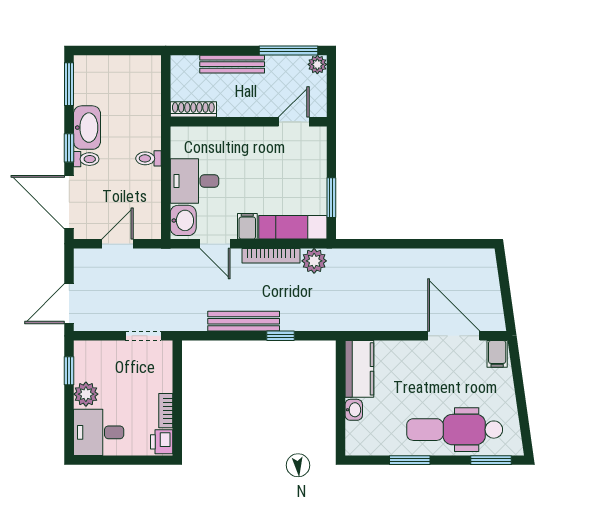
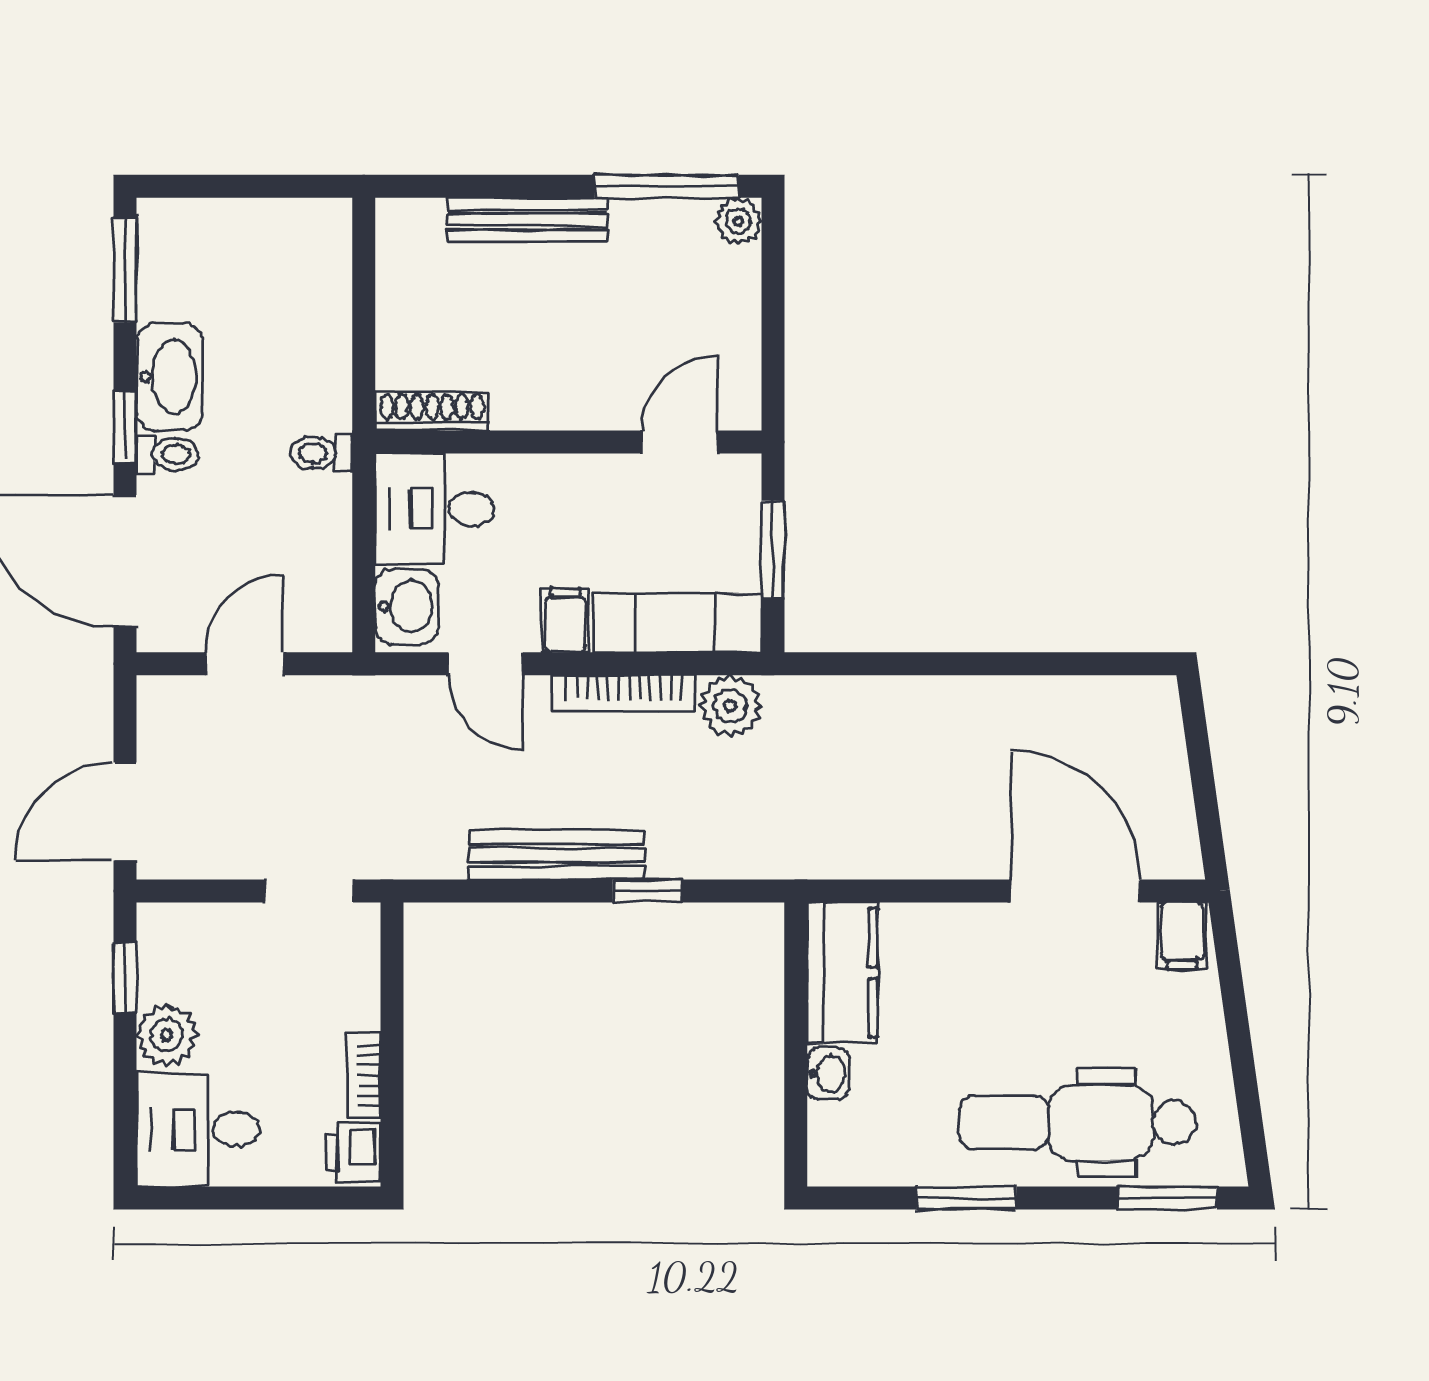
shoe rack: (193, 109) -> (432, 411), moved
wall: (249, 122) -> (568, 442), moved
door: (294, 122) -> (680, 442), moved

